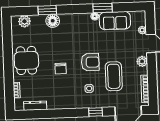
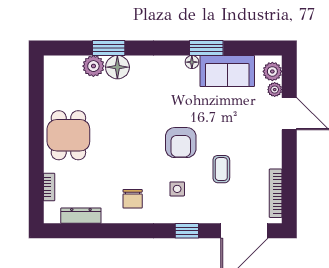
plant: (24, 21) -> (93, 66), moved
plant: (142, 61) -> (272, 71), moved
armchair: (90, 62) -> (181, 143), turned 90
chair: (61, 68) -> (133, 199), moved
coffee table: (114, 76) -> (221, 169), width x0.54, depth x0.58

